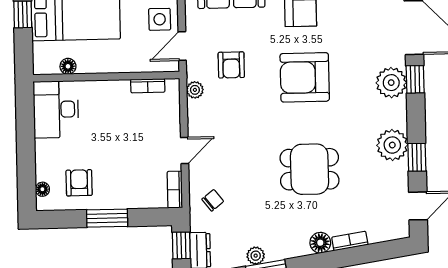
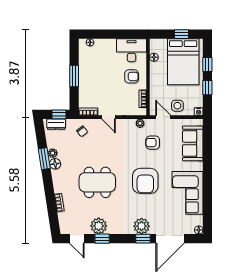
armchair: (305, 77) -> (145, 181), turned 180
plant: (392, 145) -> (99, 226), moved
dining table: (310, 169) -> (97, 182), width x1.38
armchair: (79, 183) -> (132, 76), moved
floor lamp: (320, 243) -> (55, 164), moved

